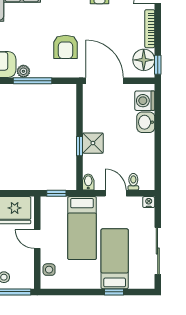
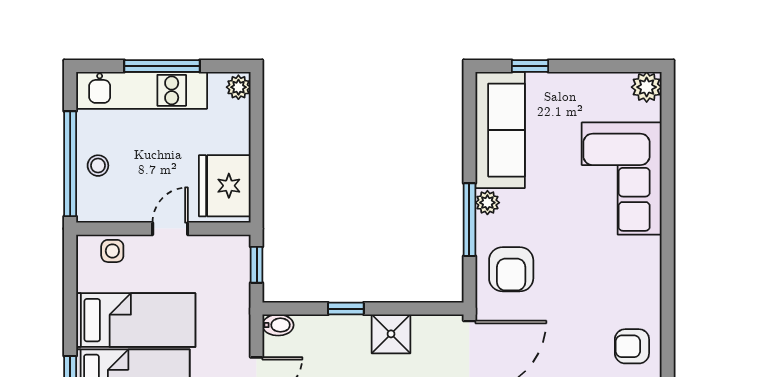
armchair: (66, 47) -> (511, 269), moved, turned -90
shower: (93, 143) -> (391, 334), moved
bed: (82, 228) -> (136, 320), moved, turned 180

